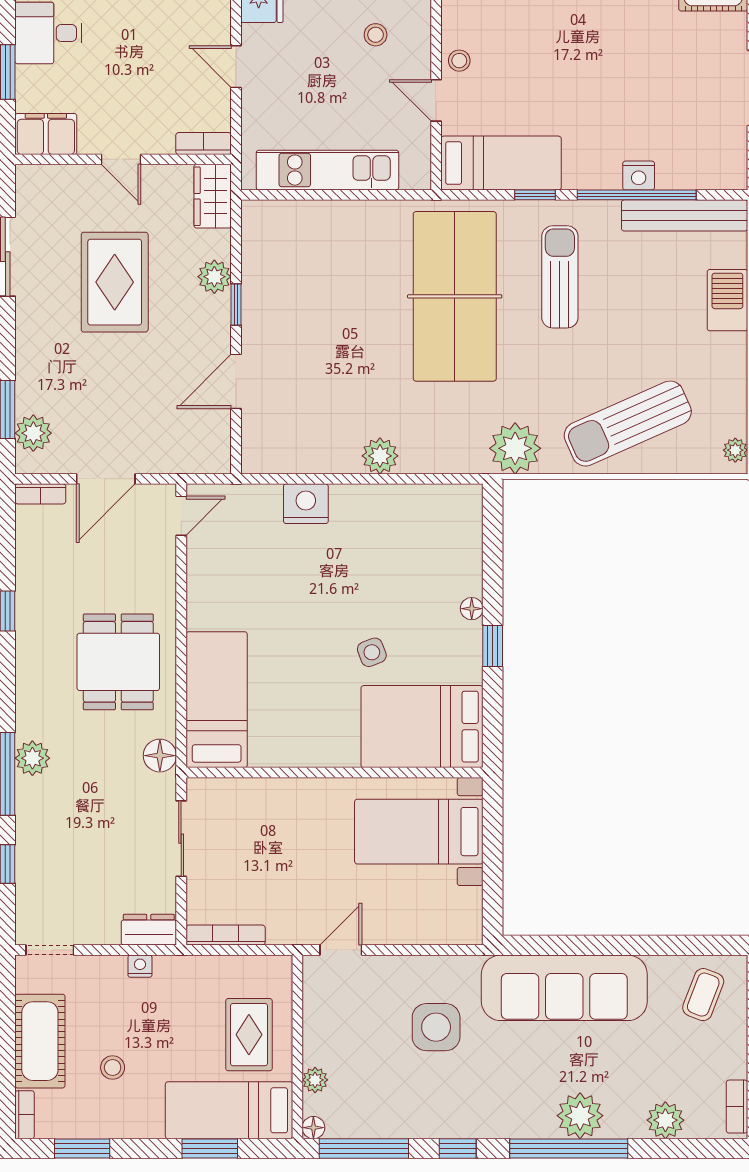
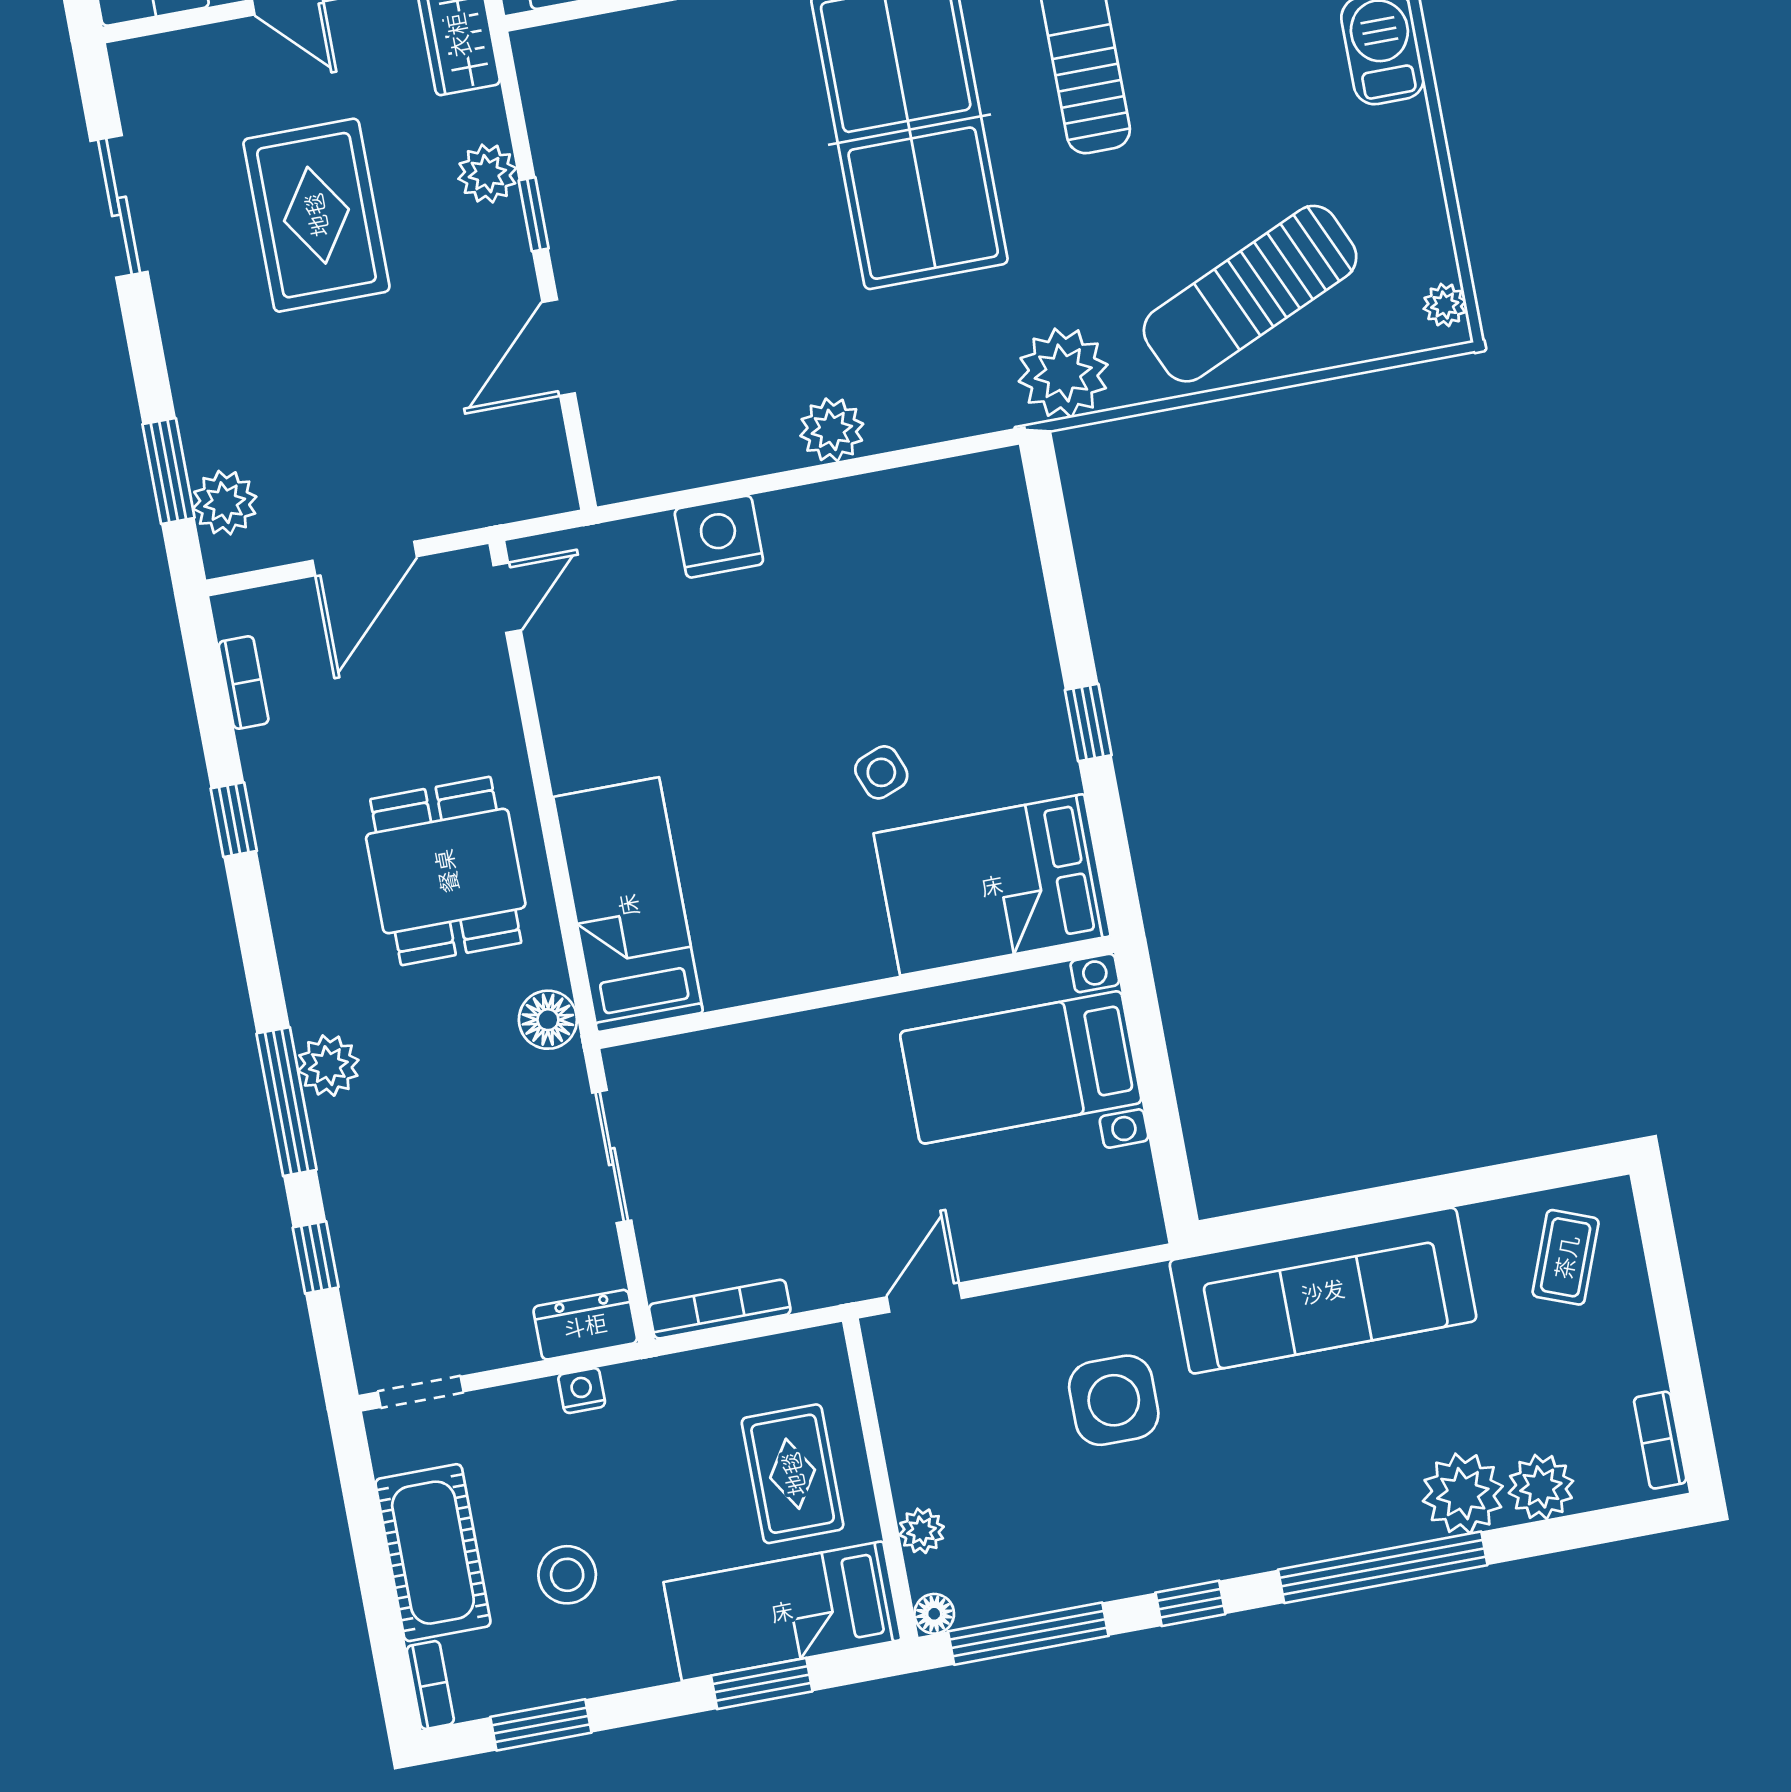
bookcase: (40, 494) -> (244, 683), moved, turned -90
floor lamp: (472, 609) -> (1040, 665), removed
stool: (113, 1068) -> (567, 1575), width x1.37, depth x1.37
plant: (580, 1116) -> (1463, 1494), moved

